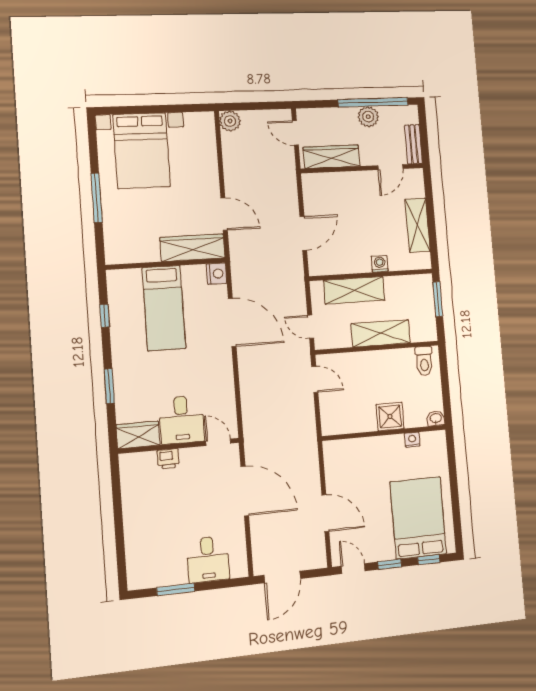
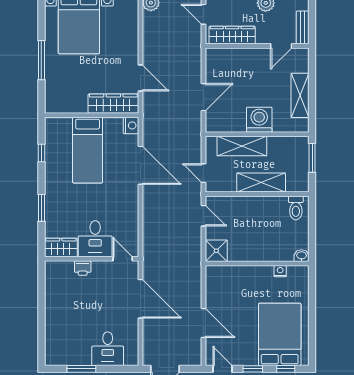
washing machine: (380, 264) -> (259, 120), width x1.89, depth x1.89
shower: (390, 416) -> (216, 251), moved

